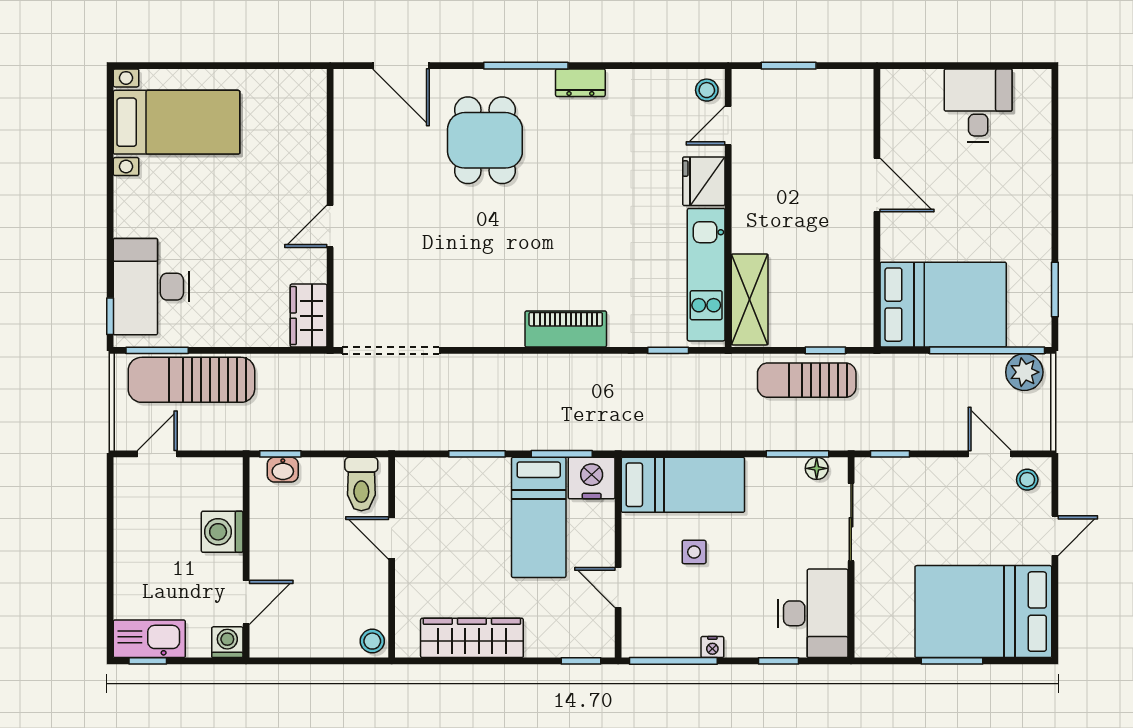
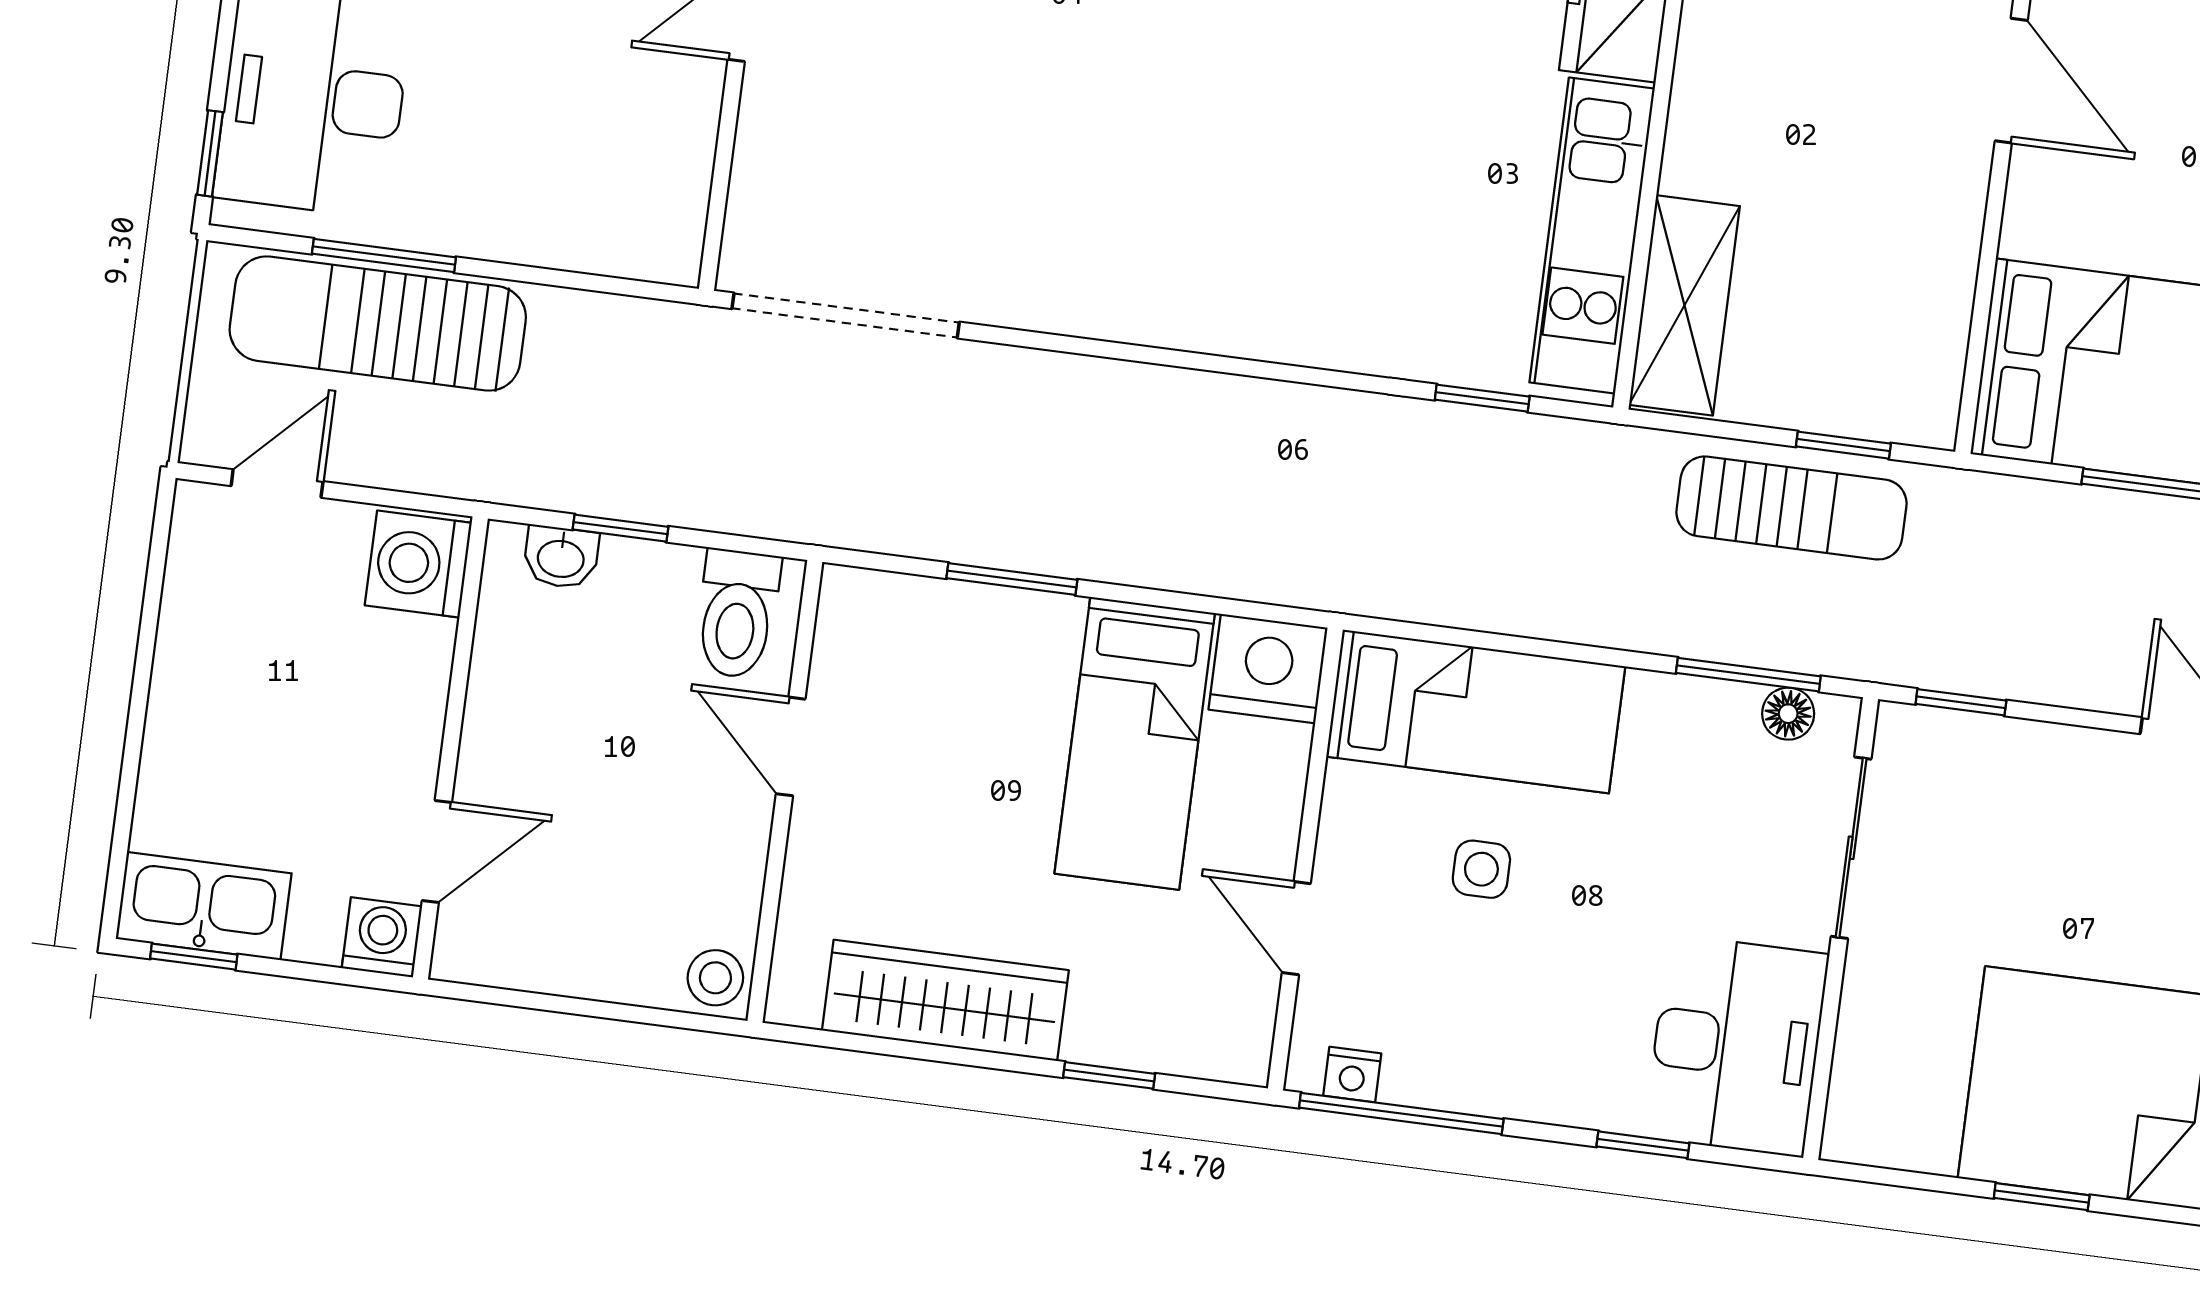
wardrobe: (309, 316) -> (666, 211), removed
piano: (566, 329) -> (1253, 318), removed
window: (157, 350) -> (384, 256), moved
sun lounger: (807, 380) -> (1791, 508), turned 180
window: (280, 454) -> (620, 528), moved
window: (562, 454) -> (1207, 604), removed
washing machine: (222, 532) -> (418, 564), moved
nightstand: (712, 647) -> (1352, 1075), moved
window: (581, 661) -> (1109, 1075), moved
window: (952, 661) -> (2042, 1197), width x0.67

